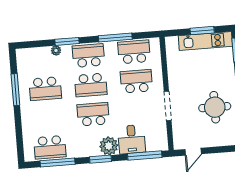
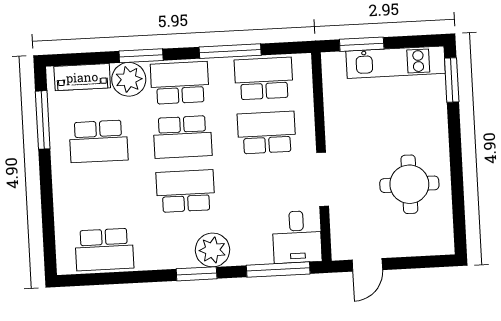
window: (202, 31) -> (362, 44), moved
plant: (56, 50) -> (129, 79), width x1.87, depth x1.87
piano: (35, 54) -> (82, 77), added
window: (15, 90) -> (43, 120), moved
desk: (132, 139) -> (297, 237), moved
window: (58, 163) -> (117, 278), removed

